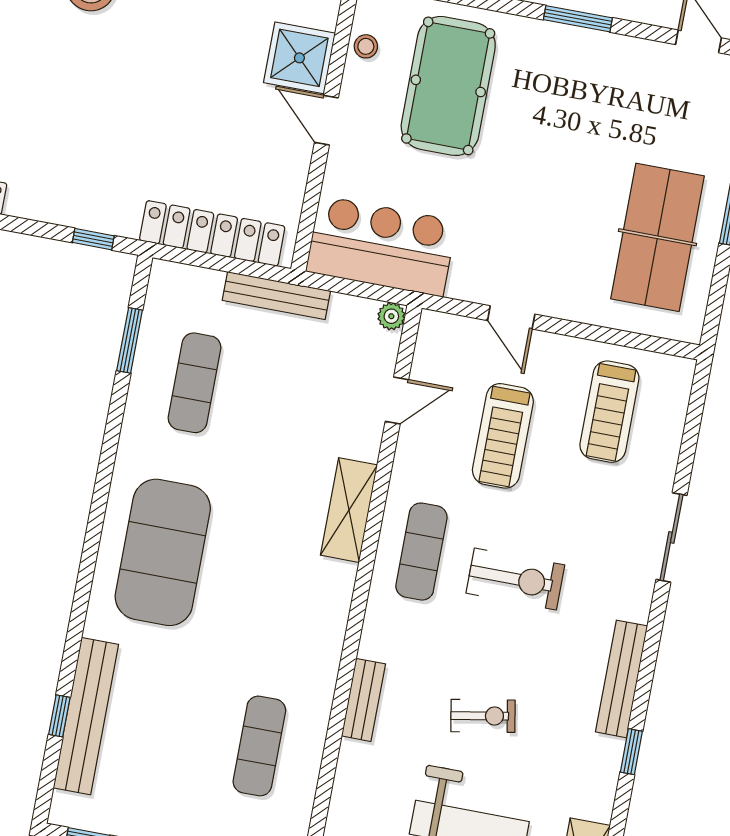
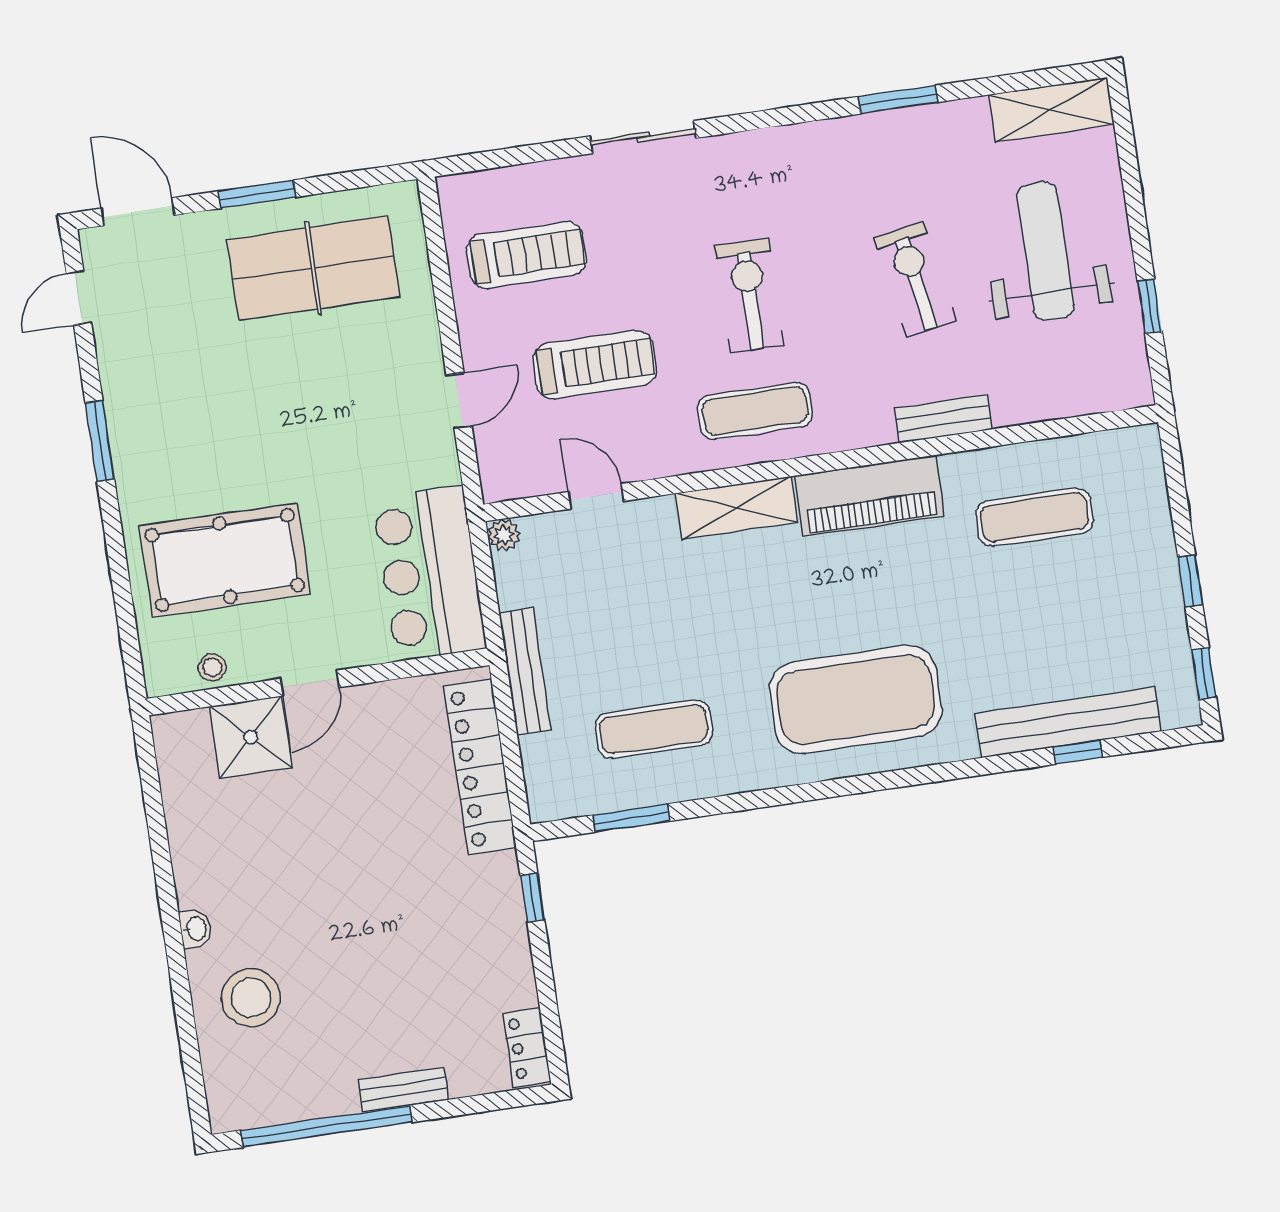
piano: (322, 620) -> (869, 496), added
bench: (622, 679) -> (820, 138), removed
exercise bike: (483, 716) -> (915, 279), width x1.38, depth x1.39
window: (631, 752) -> (898, 100), width x1.50

